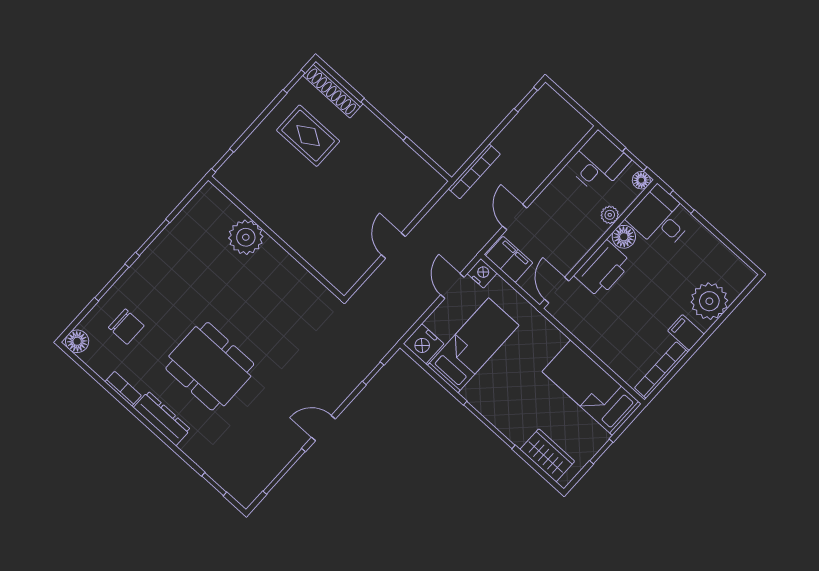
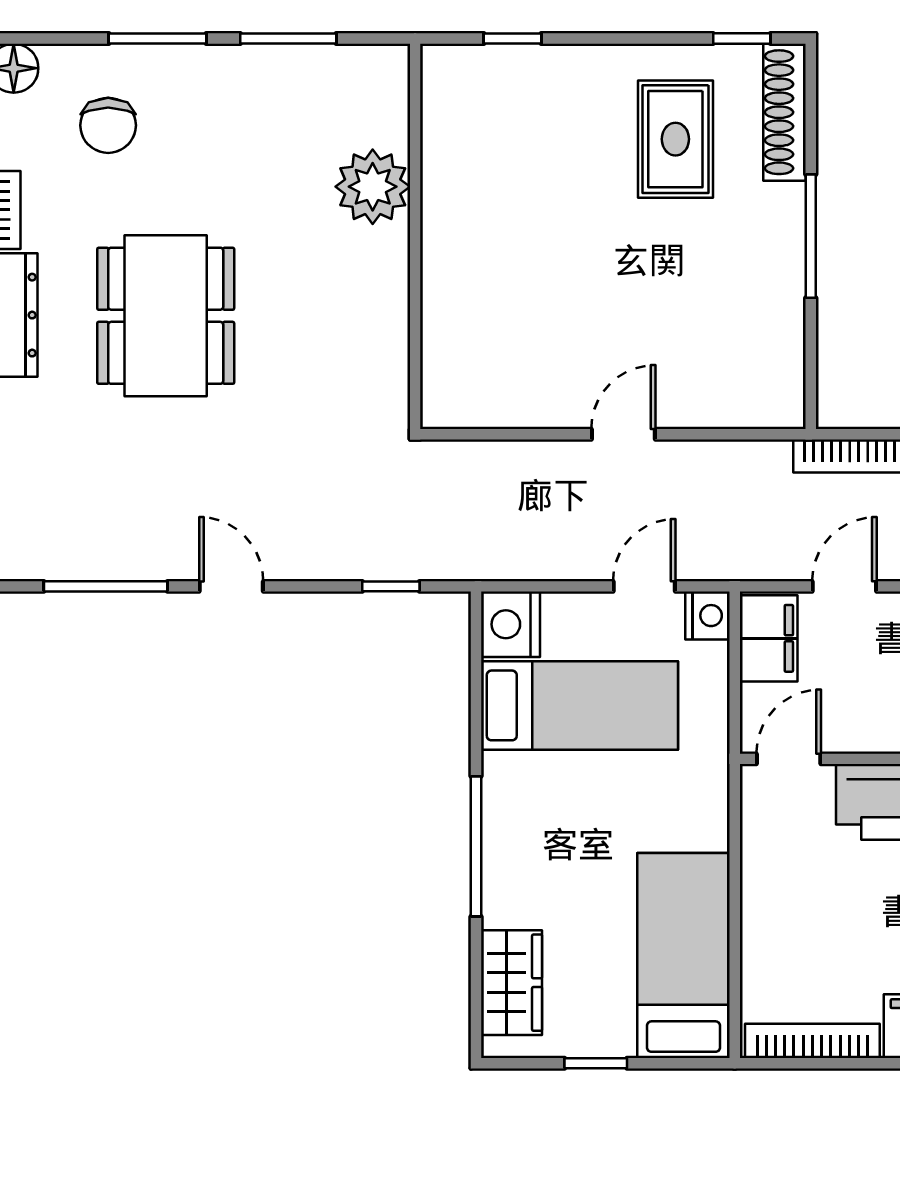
plant: (246, 237) -> (373, 187), moved
wall: (276, 238) -> (415, 236), moved

